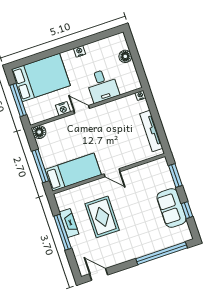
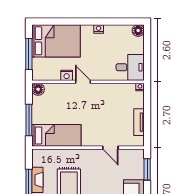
floor lamp: (125, 56) -> (138, 30), moved
desk: (102, 86) -> (130, 67), moved, turned -90
tv unit: (151, 131) -> (139, 122), width x0.71
door: (112, 173) -> (110, 148), moved

